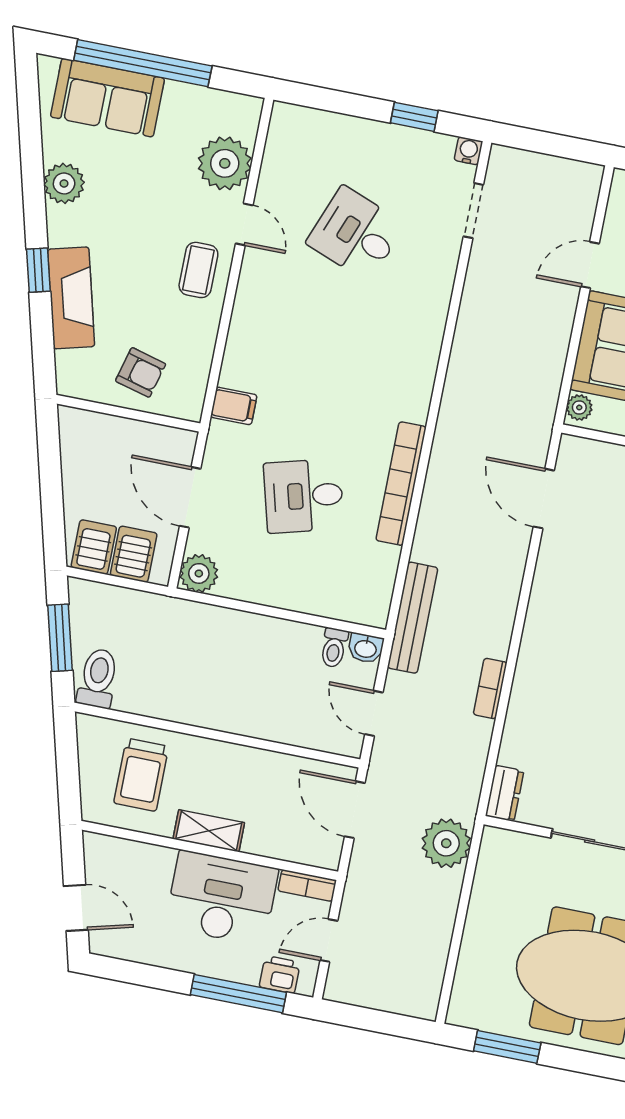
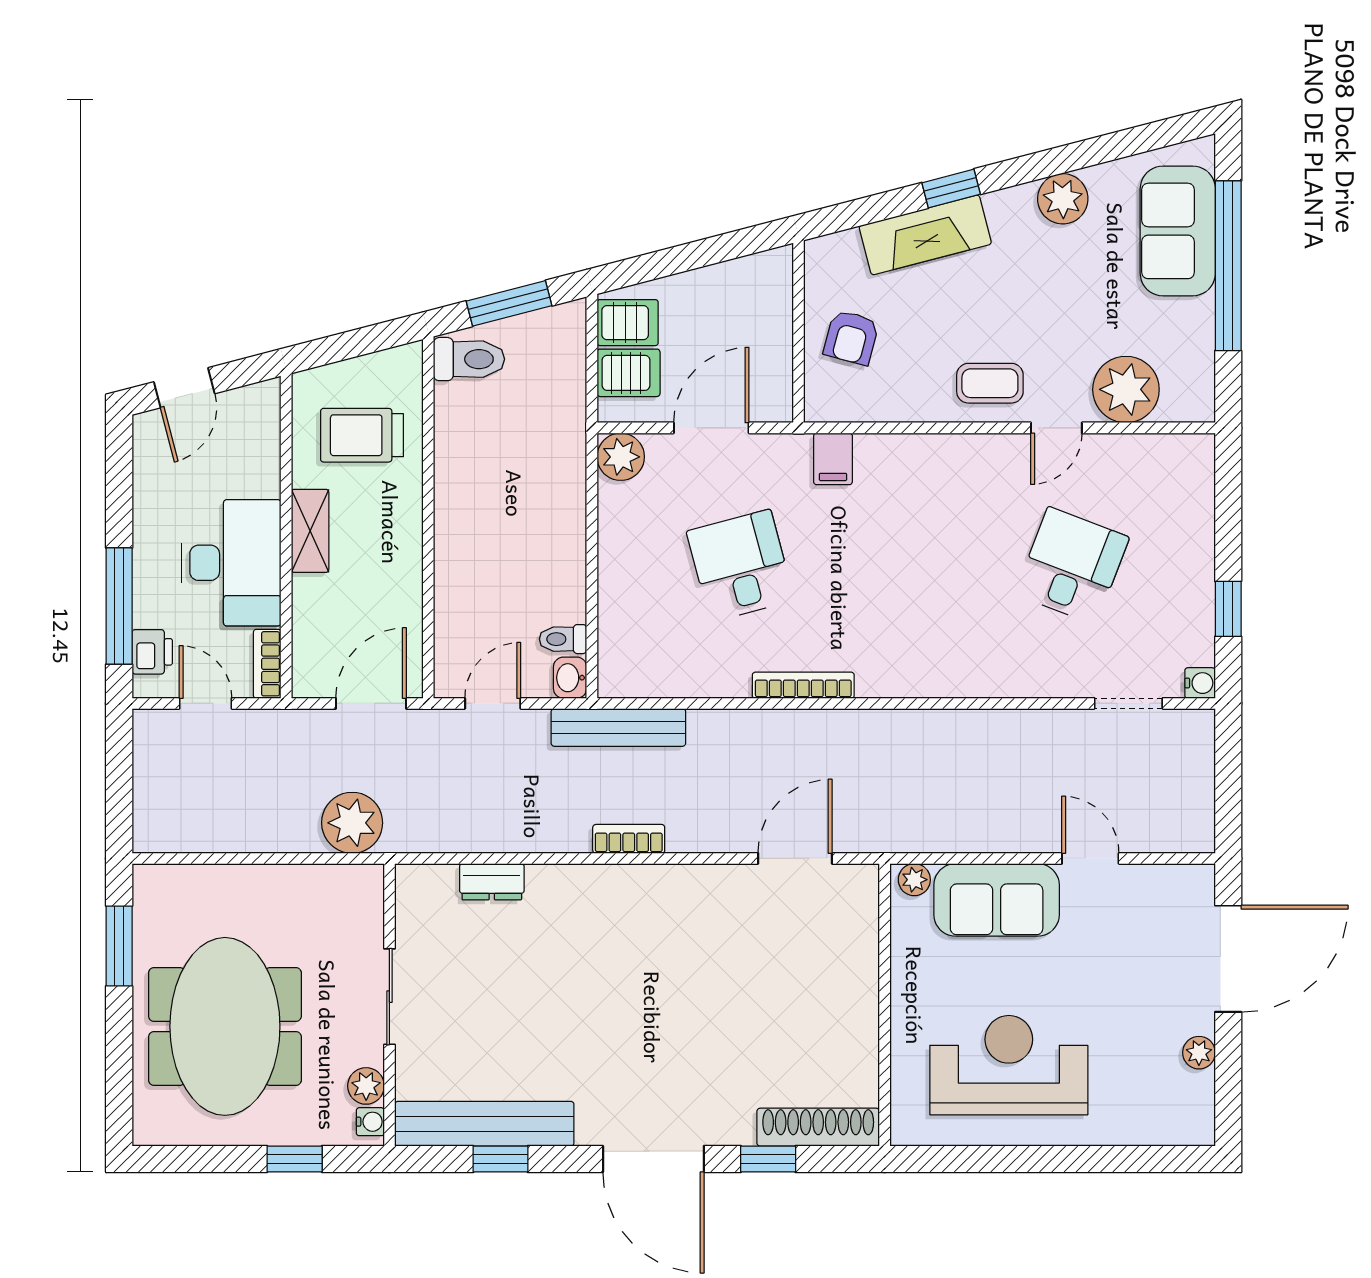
bookcase: (401, 484) -> (803, 685), width x0.68, depth x0.76
bookcase: (490, 688) -> (629, 839), moved
dresser: (505, 793) -> (492, 882), moved

